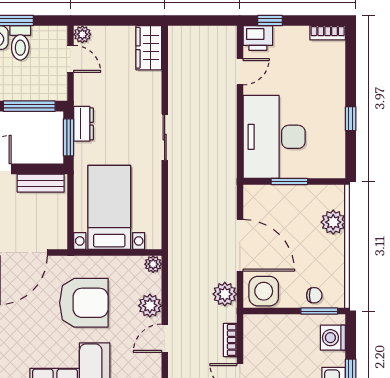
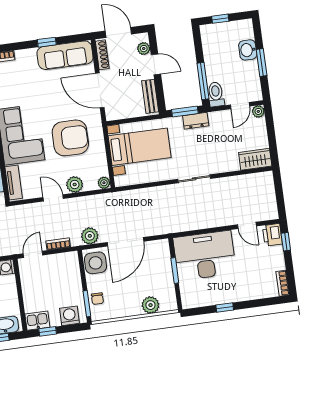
toilet: (20, 43) -> (216, 94), moved, turned 90
armchair: (84, 303) -> (70, 138), turned -90

